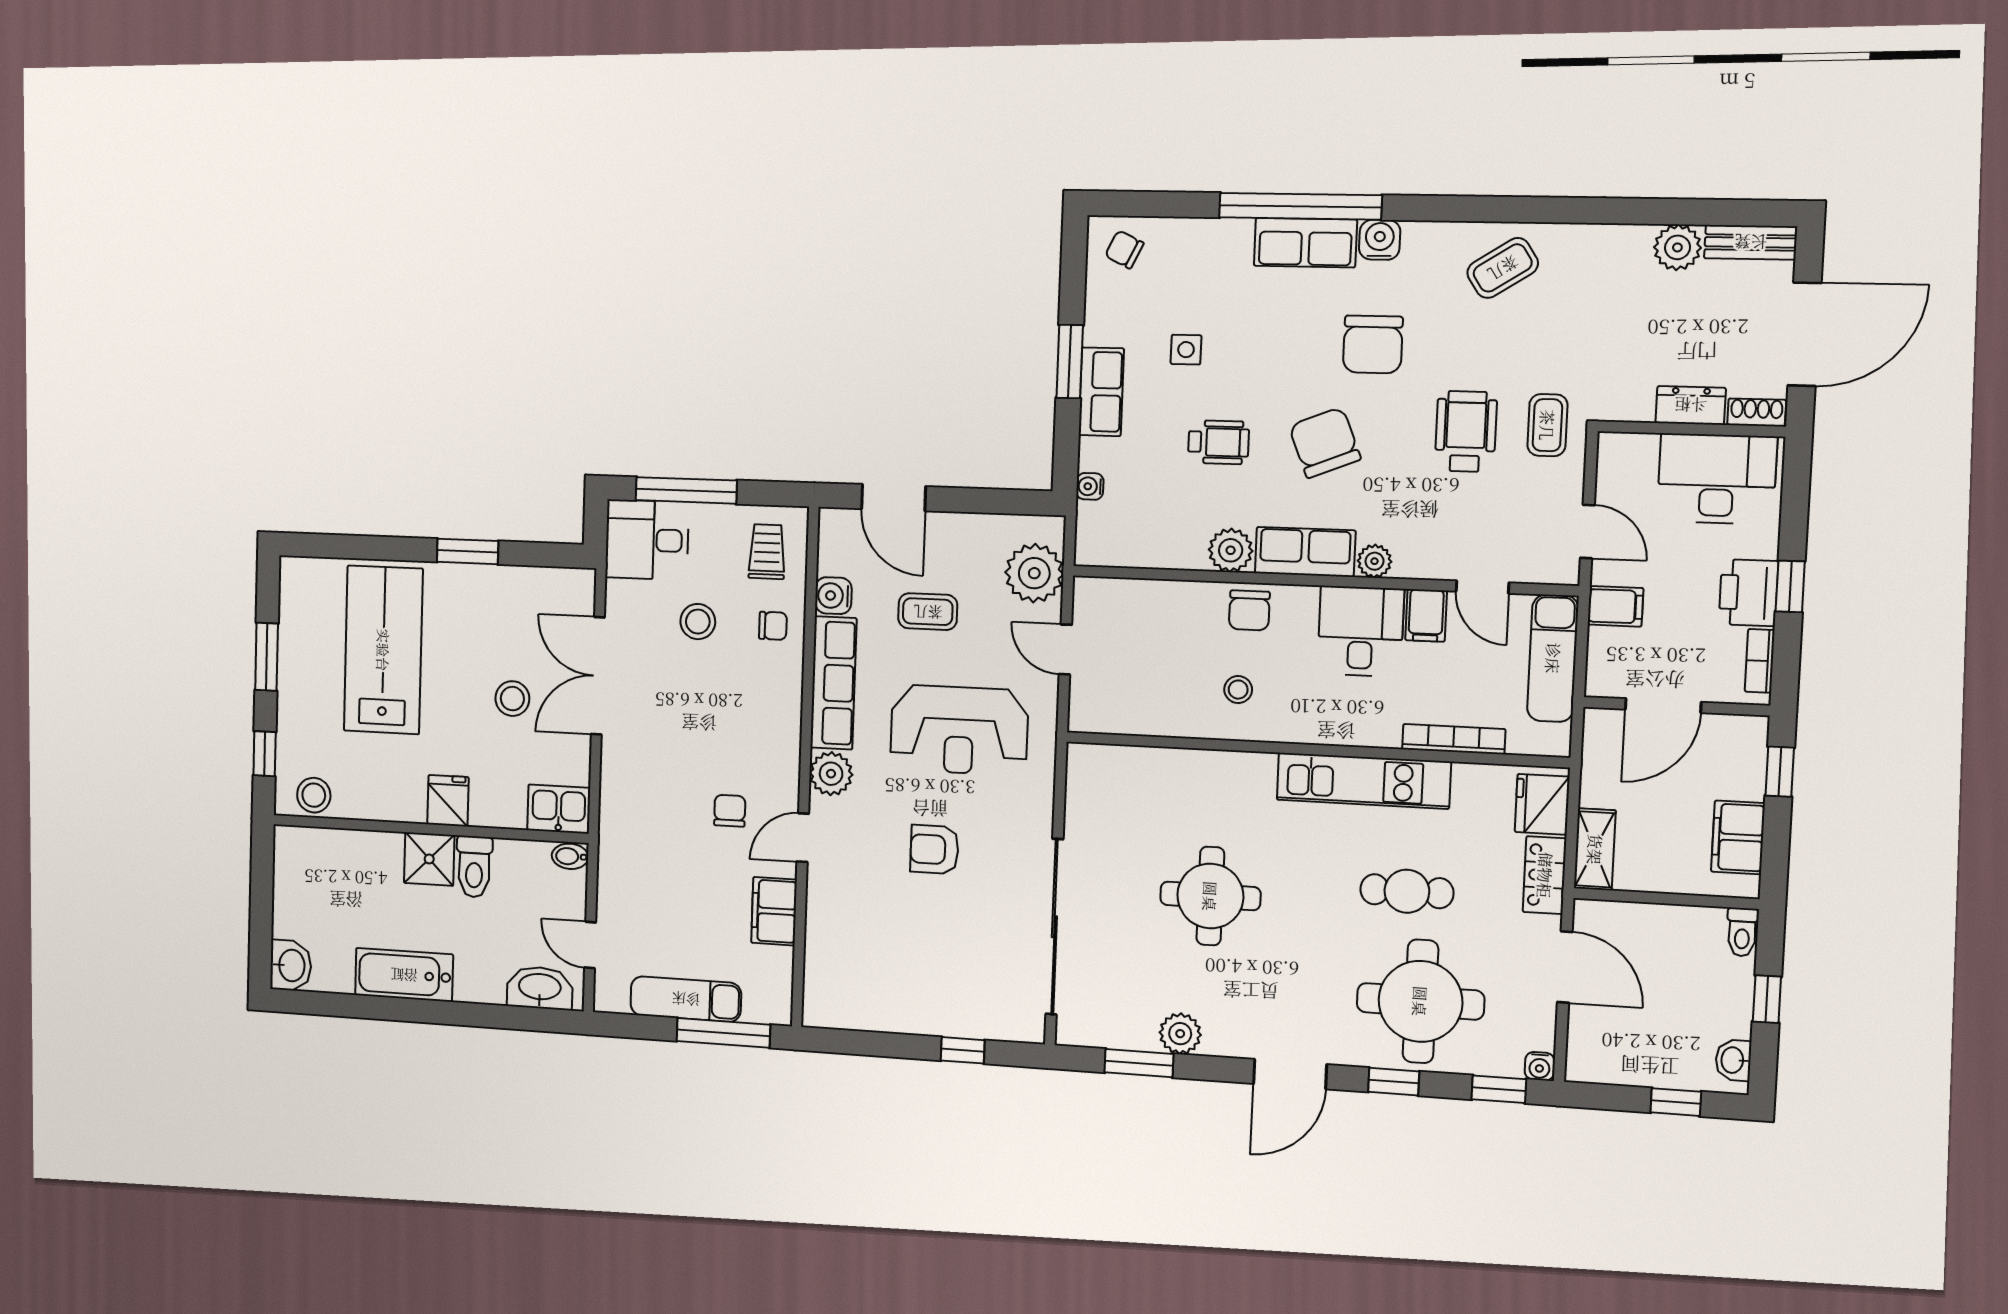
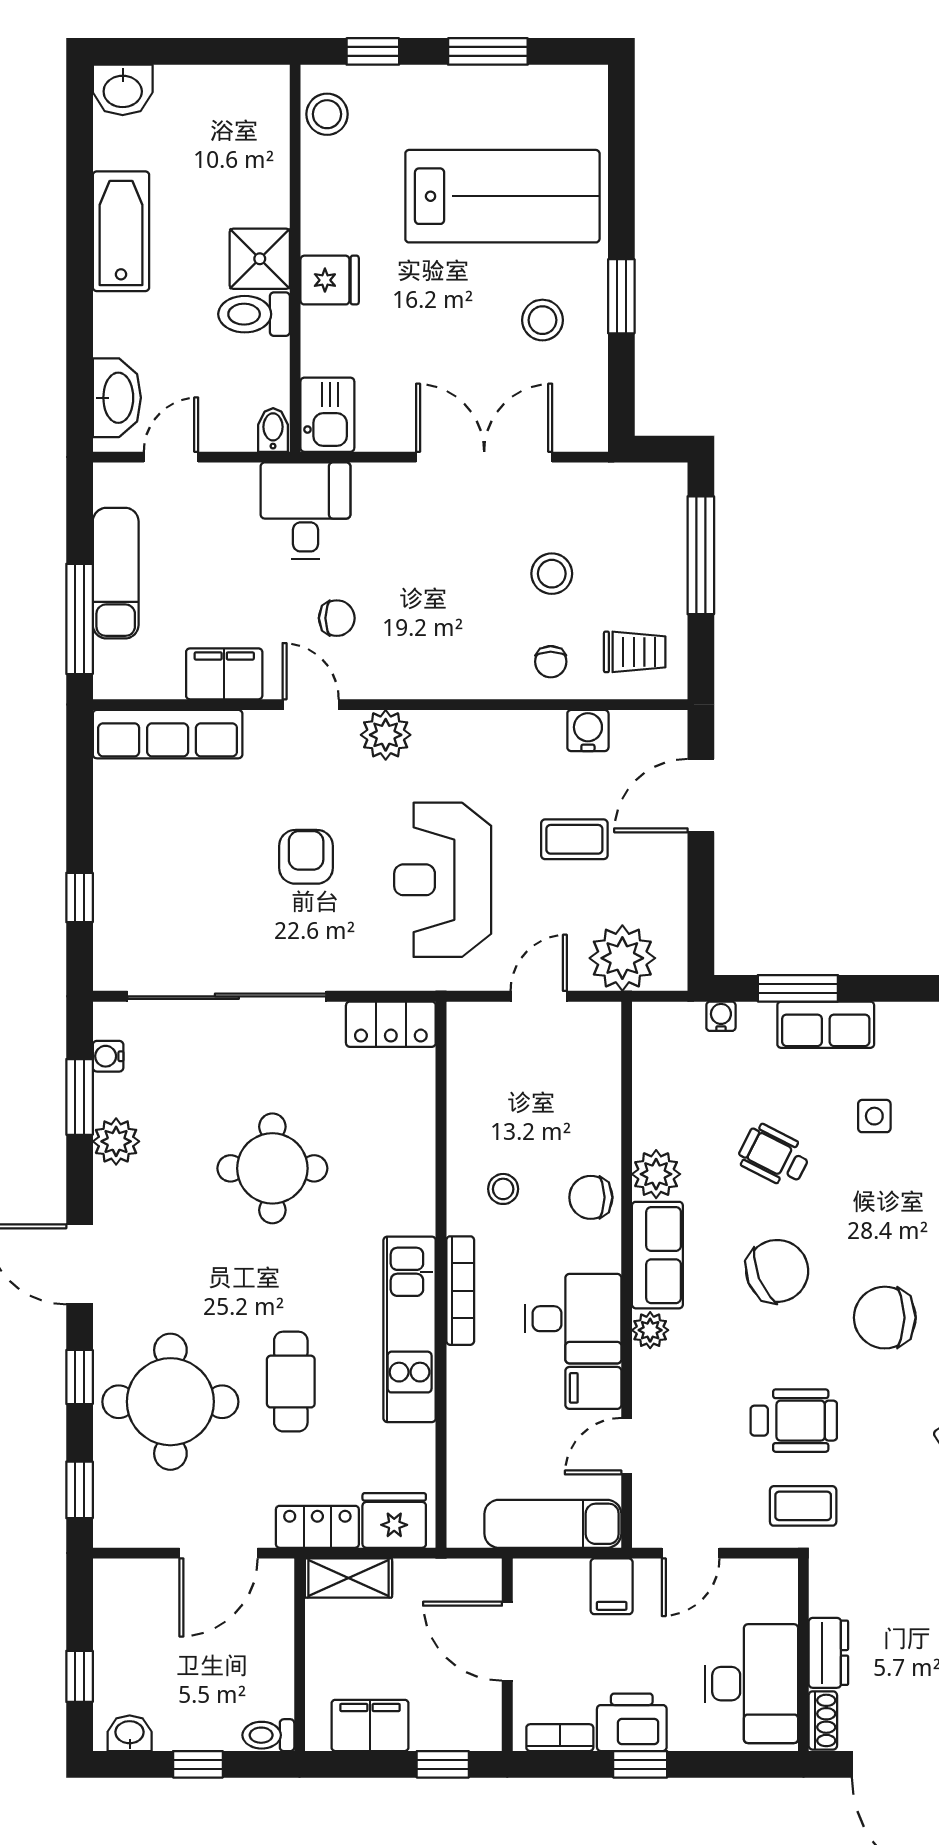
window: (1070, 362) -> (798, 988), moved
wheelchair: (1218, 442) -> (774, 1156), turned 117
desk: (647, 540) -> (305, 511), moved
coffee table: (928, 612) -> (574, 839), turned 90
row of seats: (833, 683) -> (168, 734), moved
stool: (512, 699) -> (542, 320), moved
bookcase: (1454, 739) -> (460, 1291), moved
locker: (1085, 783) -> (391, 1024), added
water cooler: (1540, 1066) -> (108, 1056), moved

